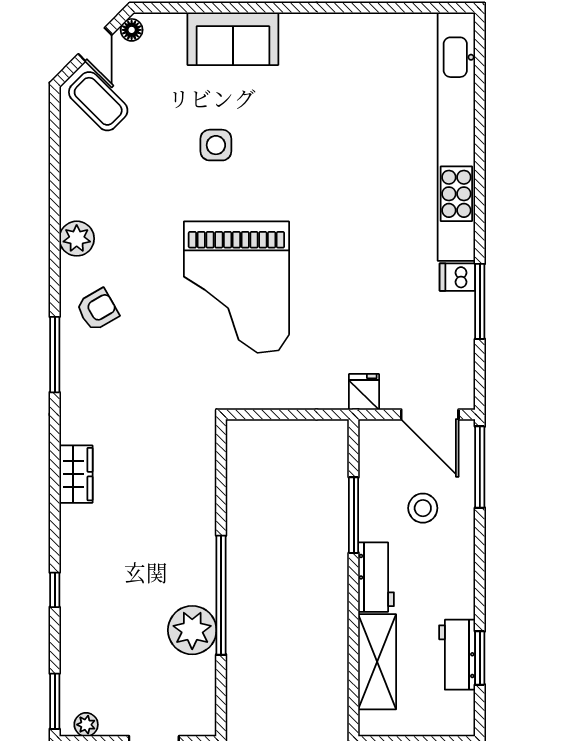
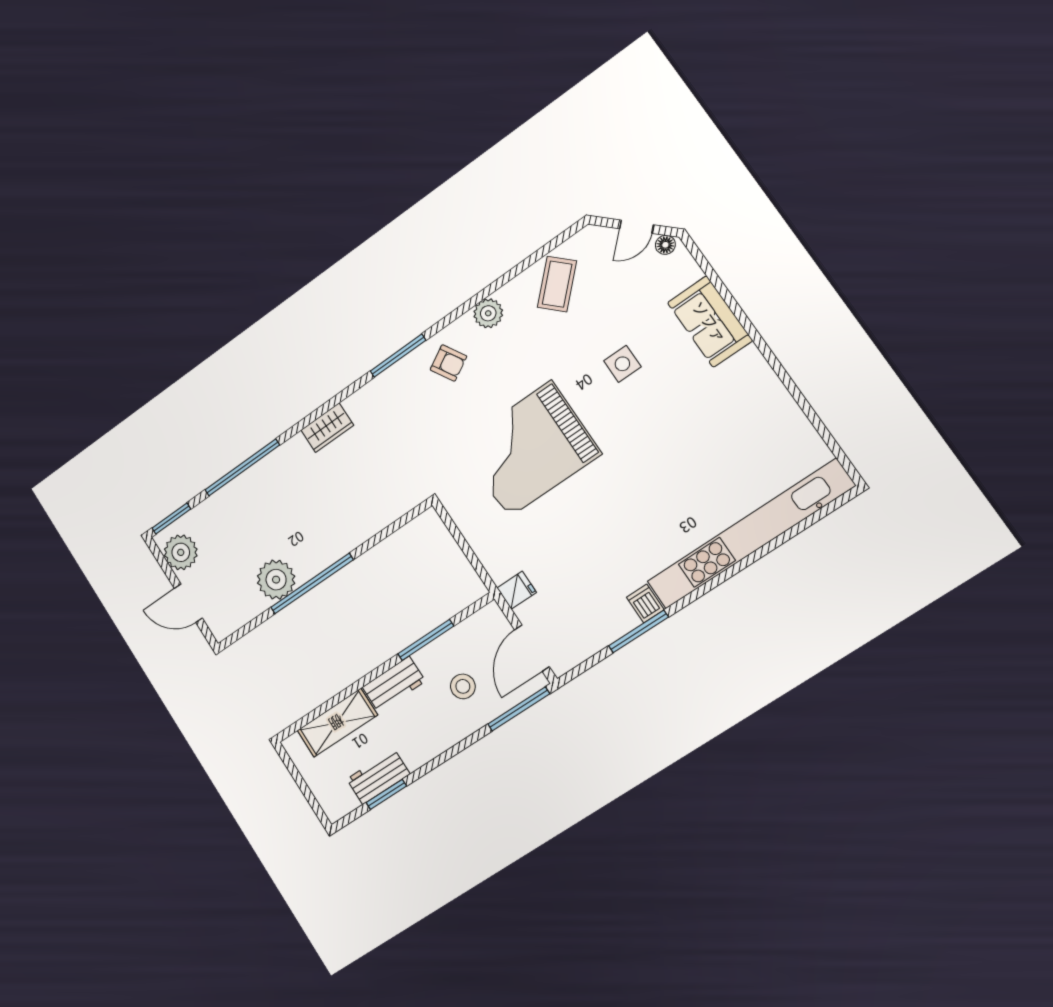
coffee table: (98, 101) -> (557, 284), moved
window: (55, 590) -> (242, 467), width x3.17
plant: (86, 725) -> (181, 552), width x1.88, depth x1.88

